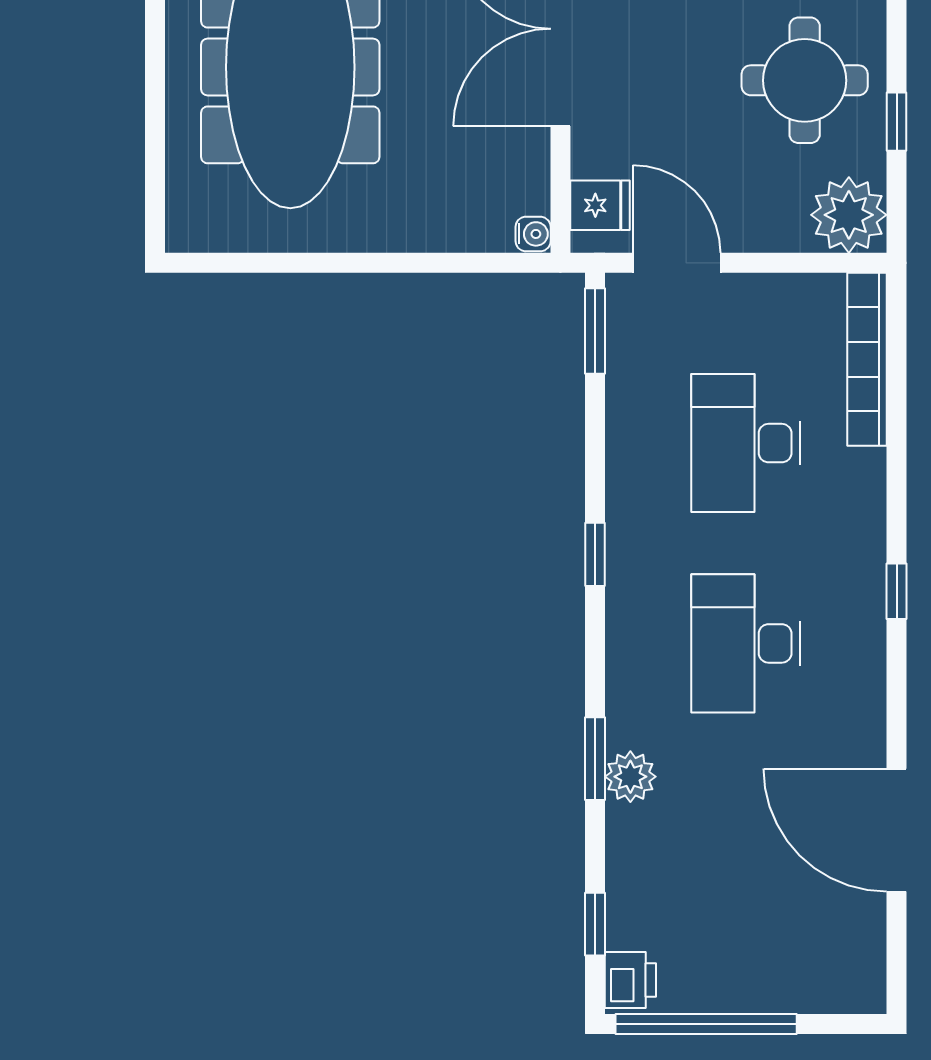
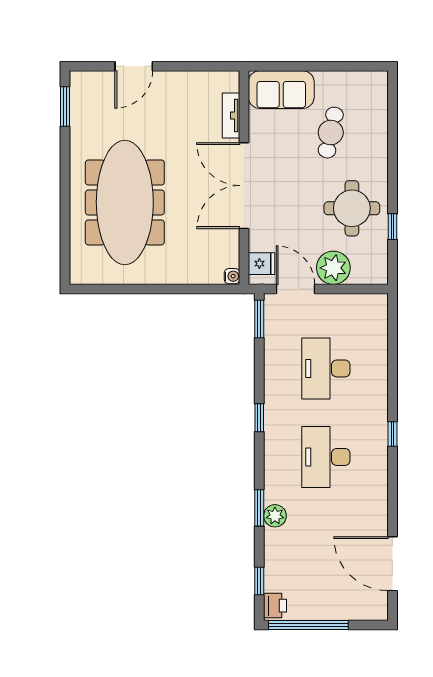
plant: (849, 215) -> (333, 268), moved
bookcase: (867, 359) -> (379, 332), removed
door: (897, 830) -> (392, 564), moved

